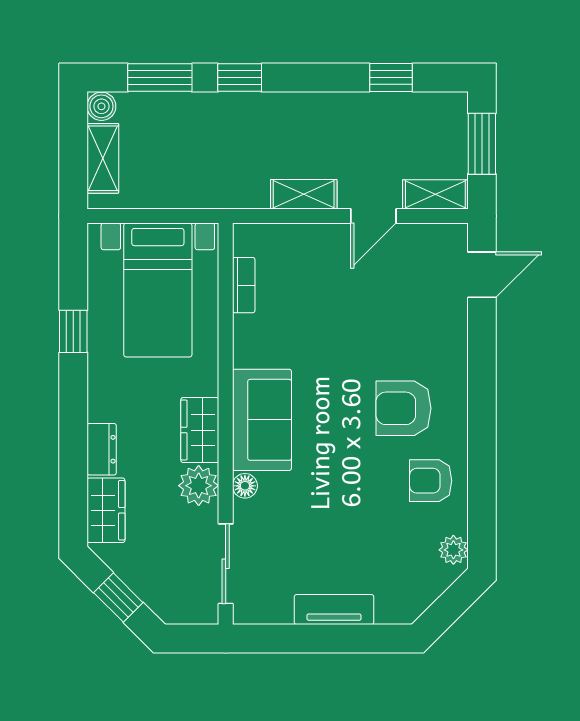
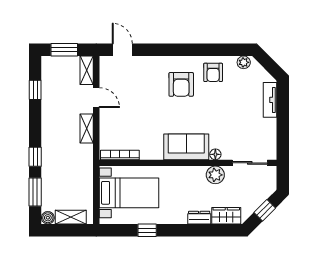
bookcase: (244, 285) -> (120, 155), width x1.56
wardrobe: (200, 430) -> (191, 174), removed
tv unit: (334, 610) -> (270, 100), moved

